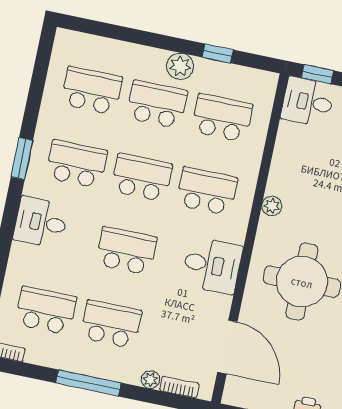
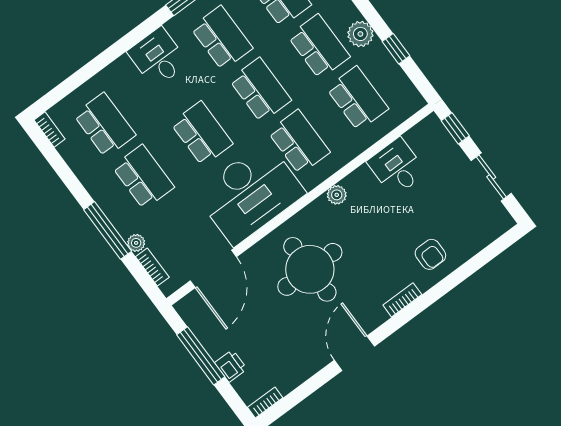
desk: (308, 102) -> (397, 167), moved
desk: (212, 265) -> (250, 193), width x1.87, depth x1.30
window: (88, 383) -> (108, 230), moved

